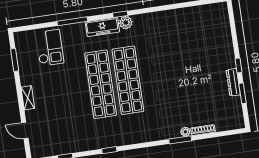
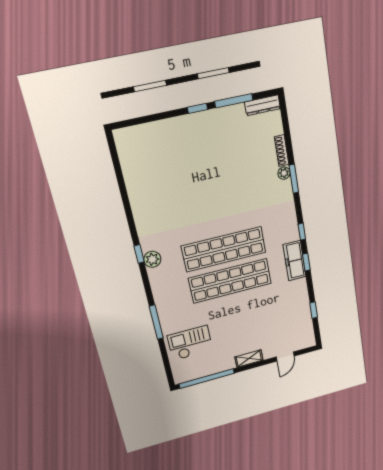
window: (120, 14) -> (139, 254), moved
freezer: (102, 27) -> (295, 261), moved, turned 180
window: (15, 60) -> (207, 378), width x2.11
dresser: (233, 82) -> (262, 105), moved
window: (243, 93) -> (234, 101), width x1.44
window: (136, 146) -> (302, 232), added

